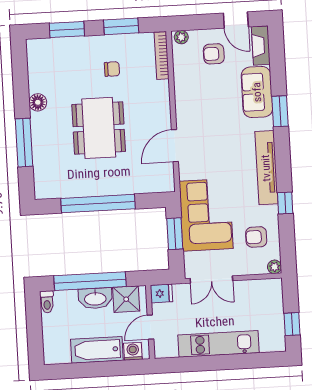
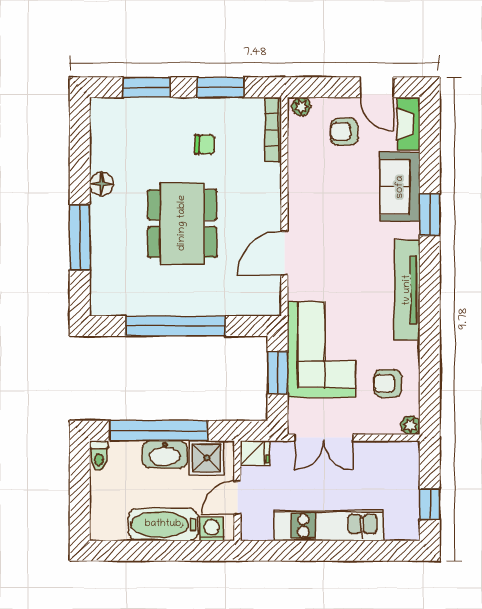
window: (285, 203) -> (430, 339), removed

